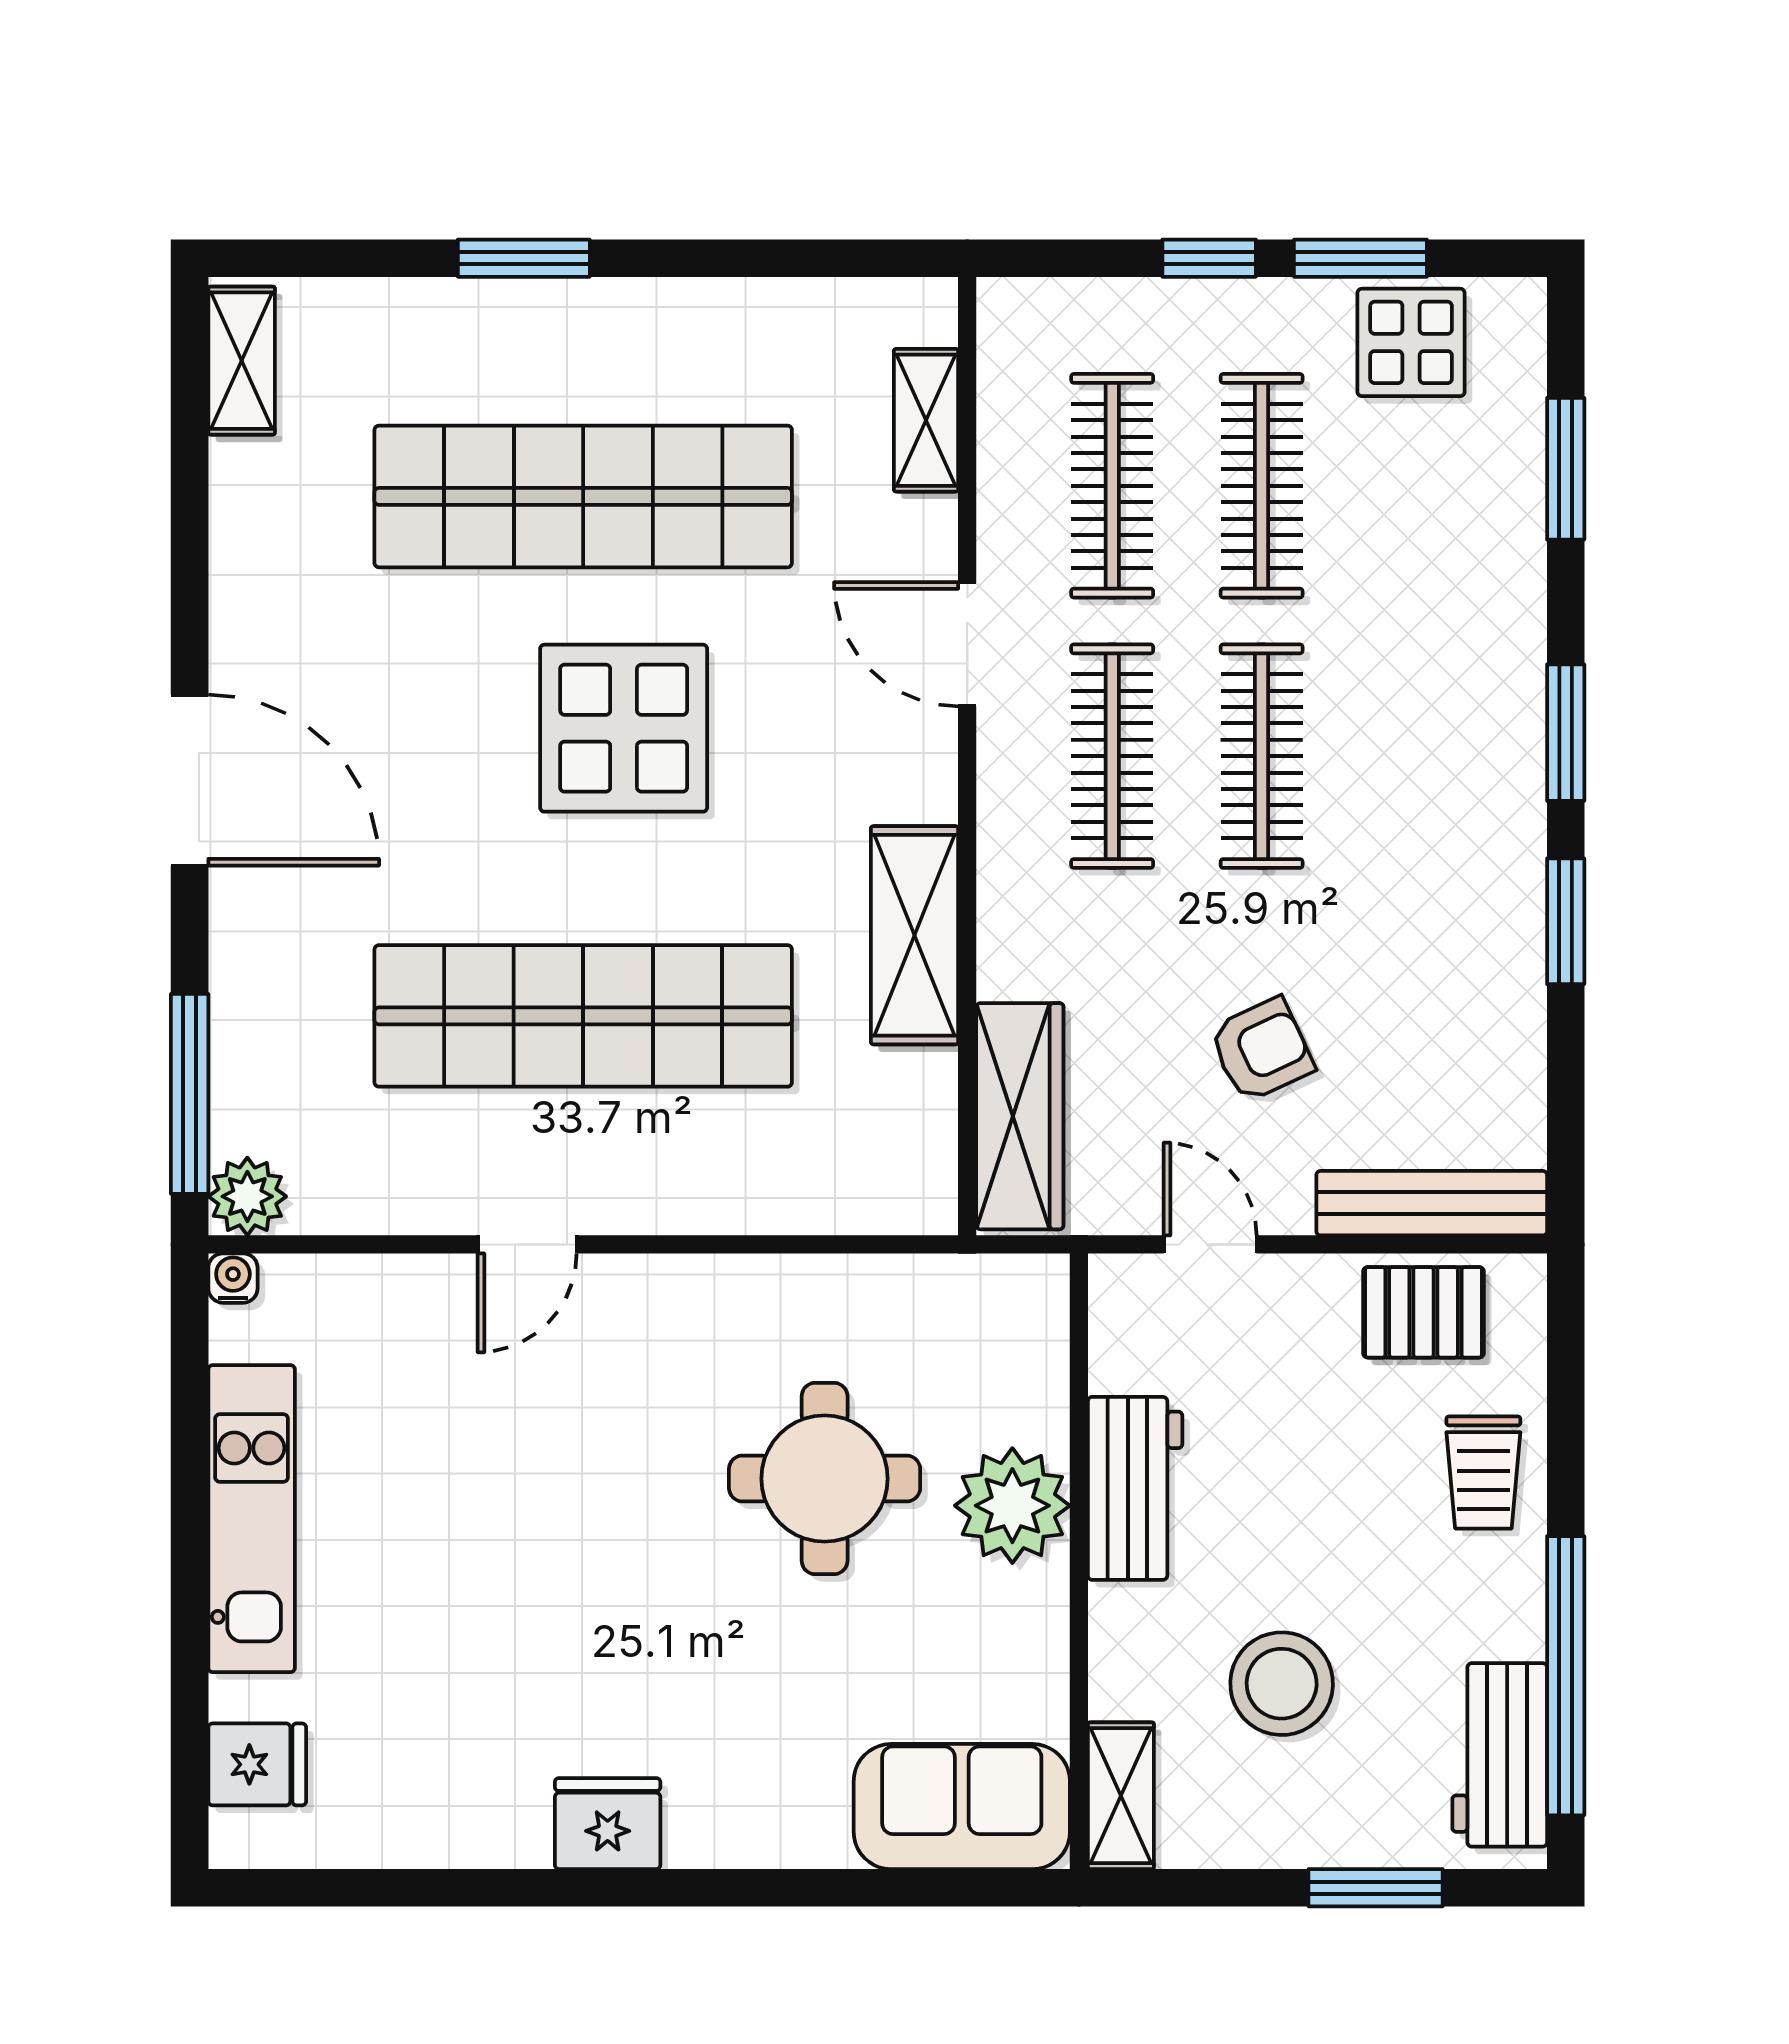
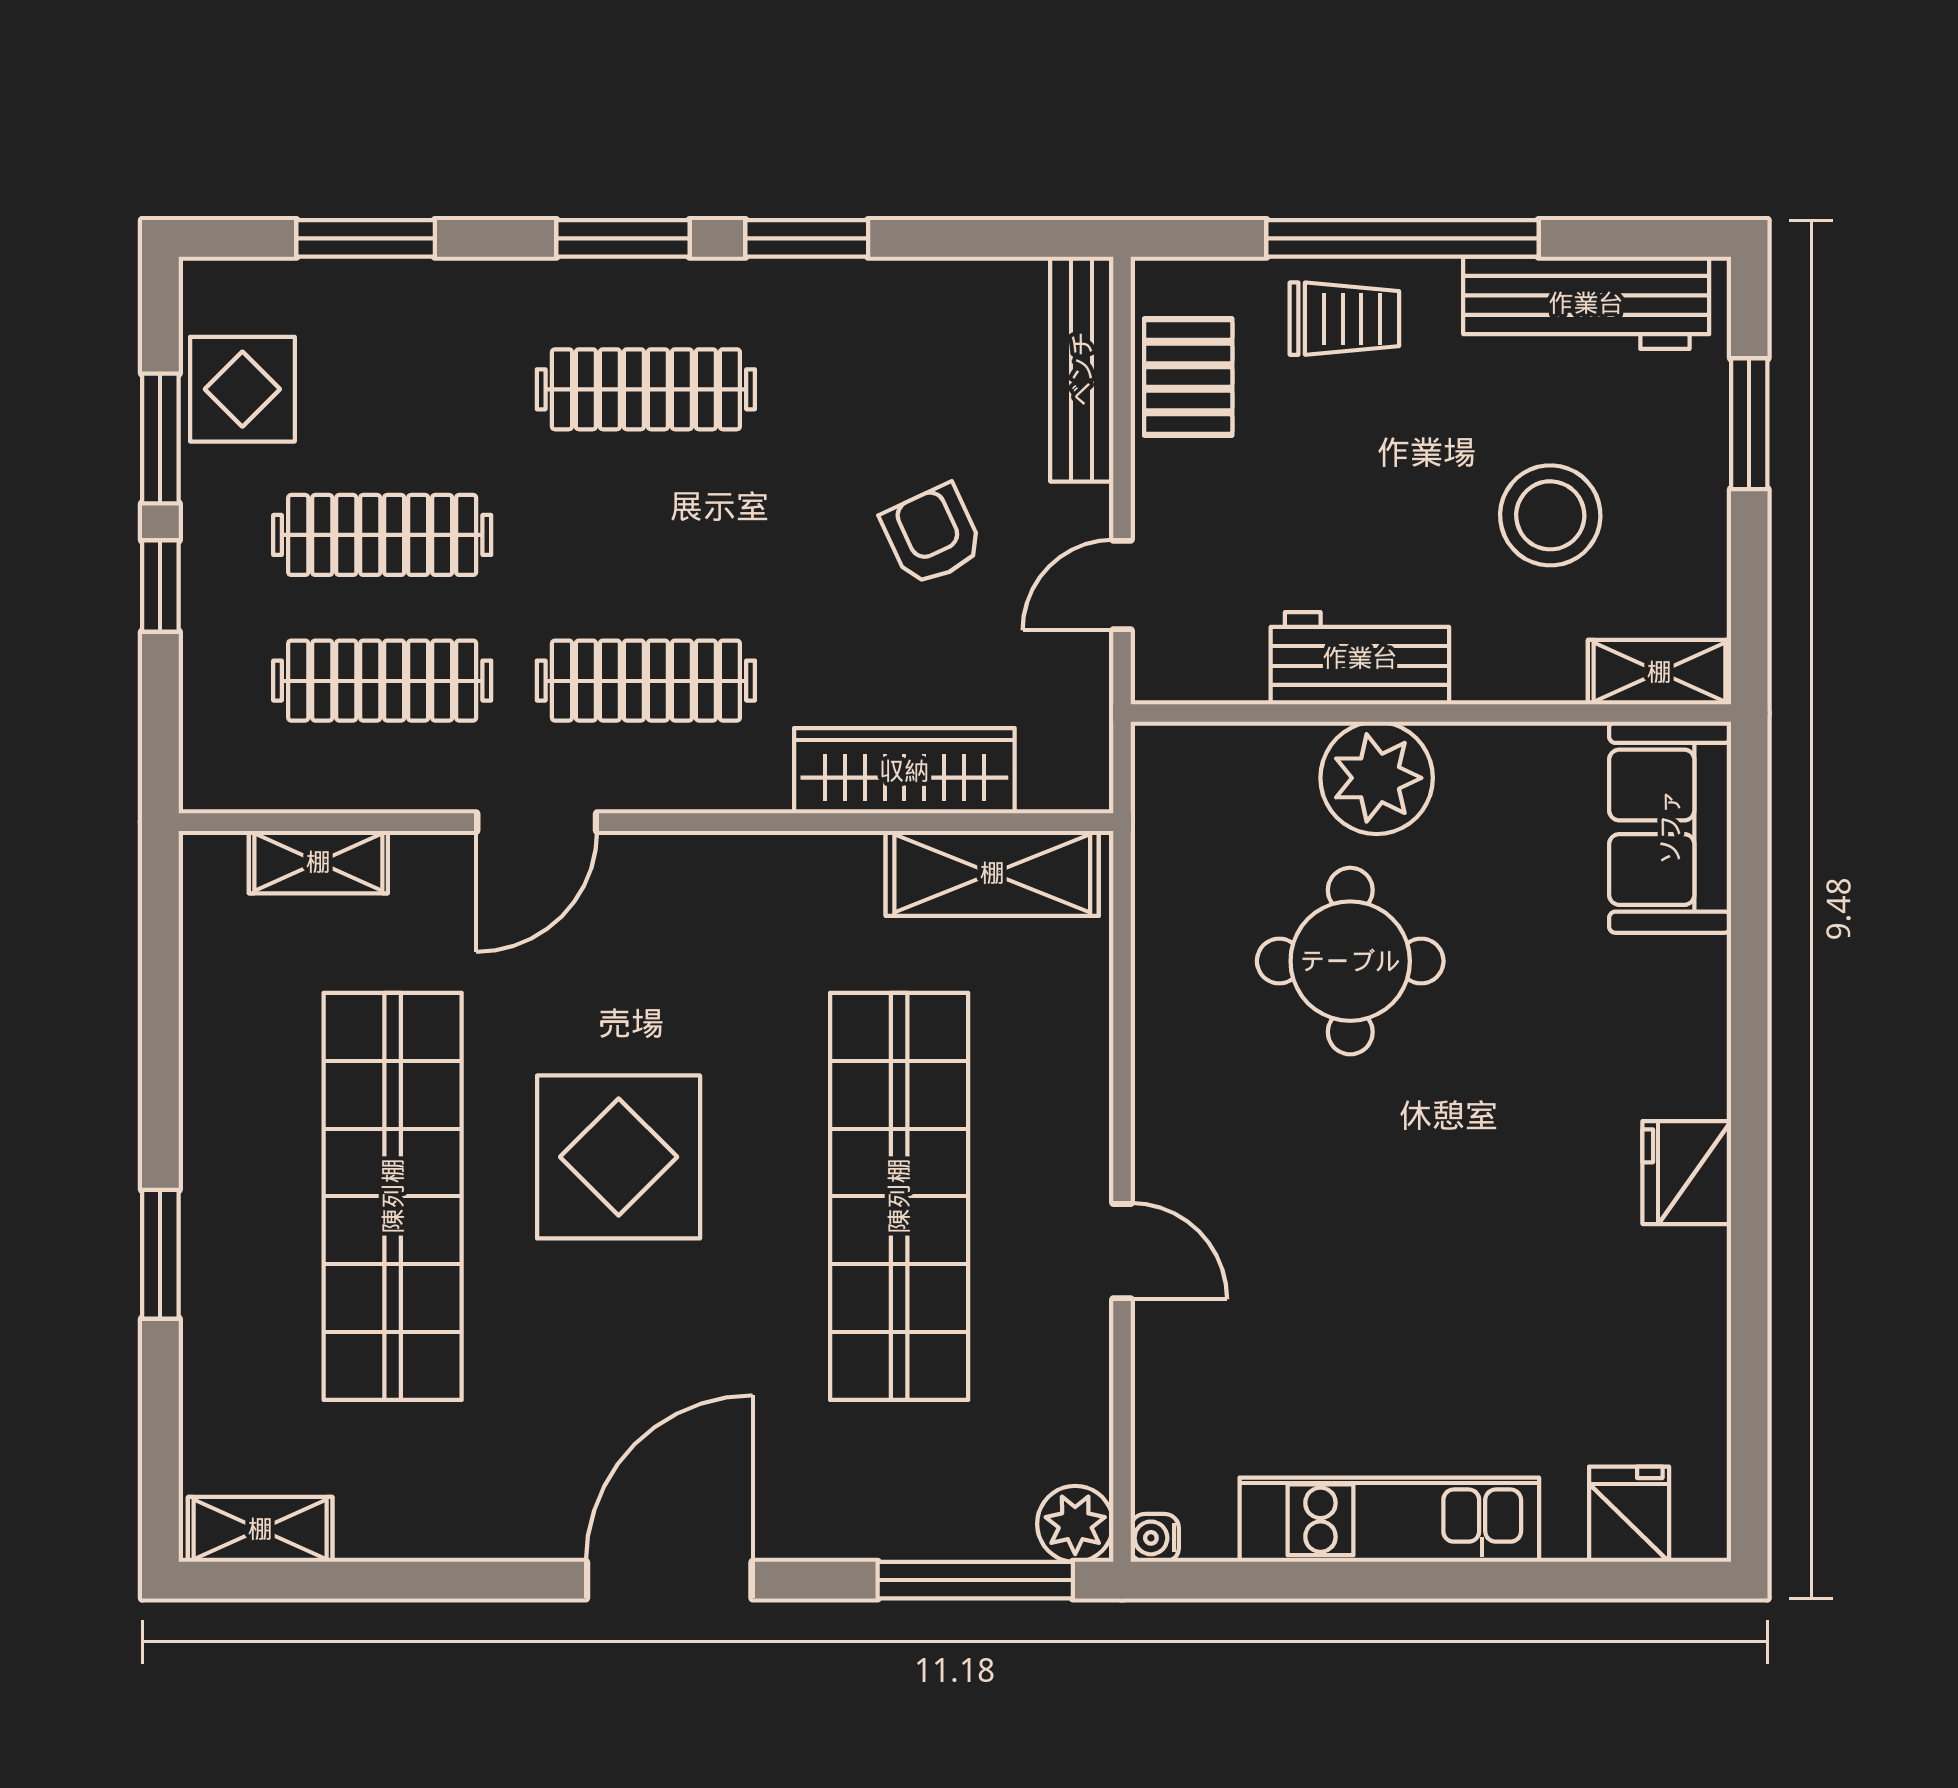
clothes rail: (1262, 756) -> (646, 389), moved
shelving: (914, 935) -> (992, 873), moved
wardrobe: (1020, 1116) -> (904, 771), moved
window: (1566, 1676) -> (1402, 238), moved
workbench: (1500, 1755) -> (1586, 303), width x1.38

